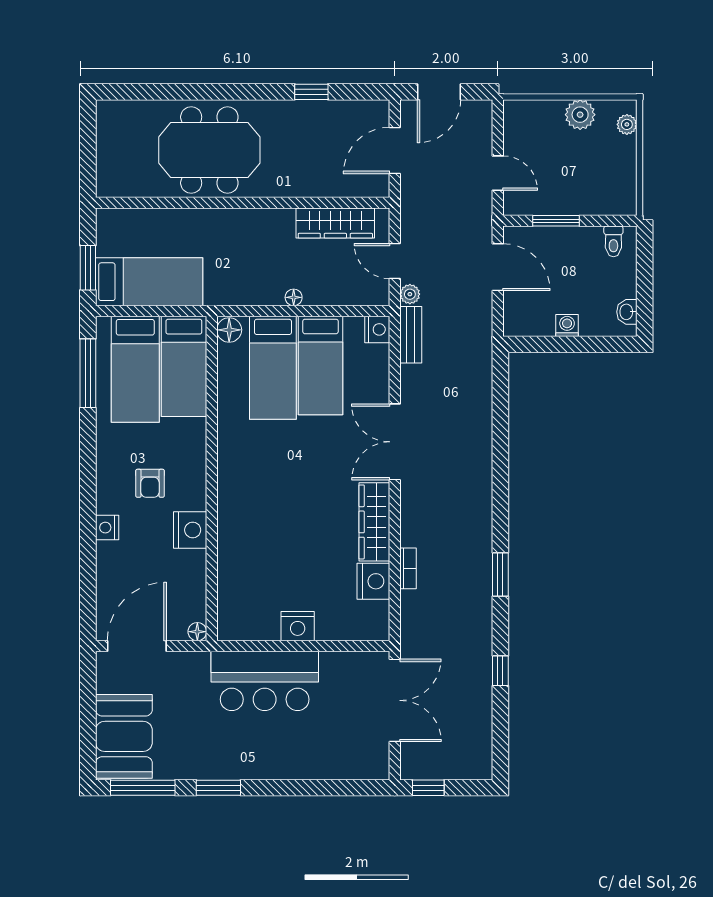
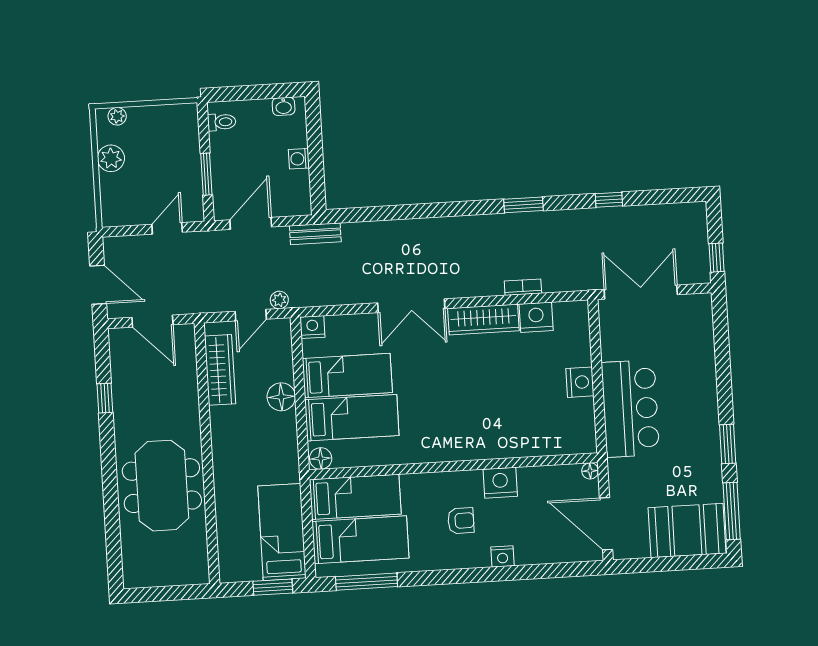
floor lamp: (294, 297) -> (281, 397), width x1.89, depth x1.89
bench: (411, 335) -> (315, 234), moved

